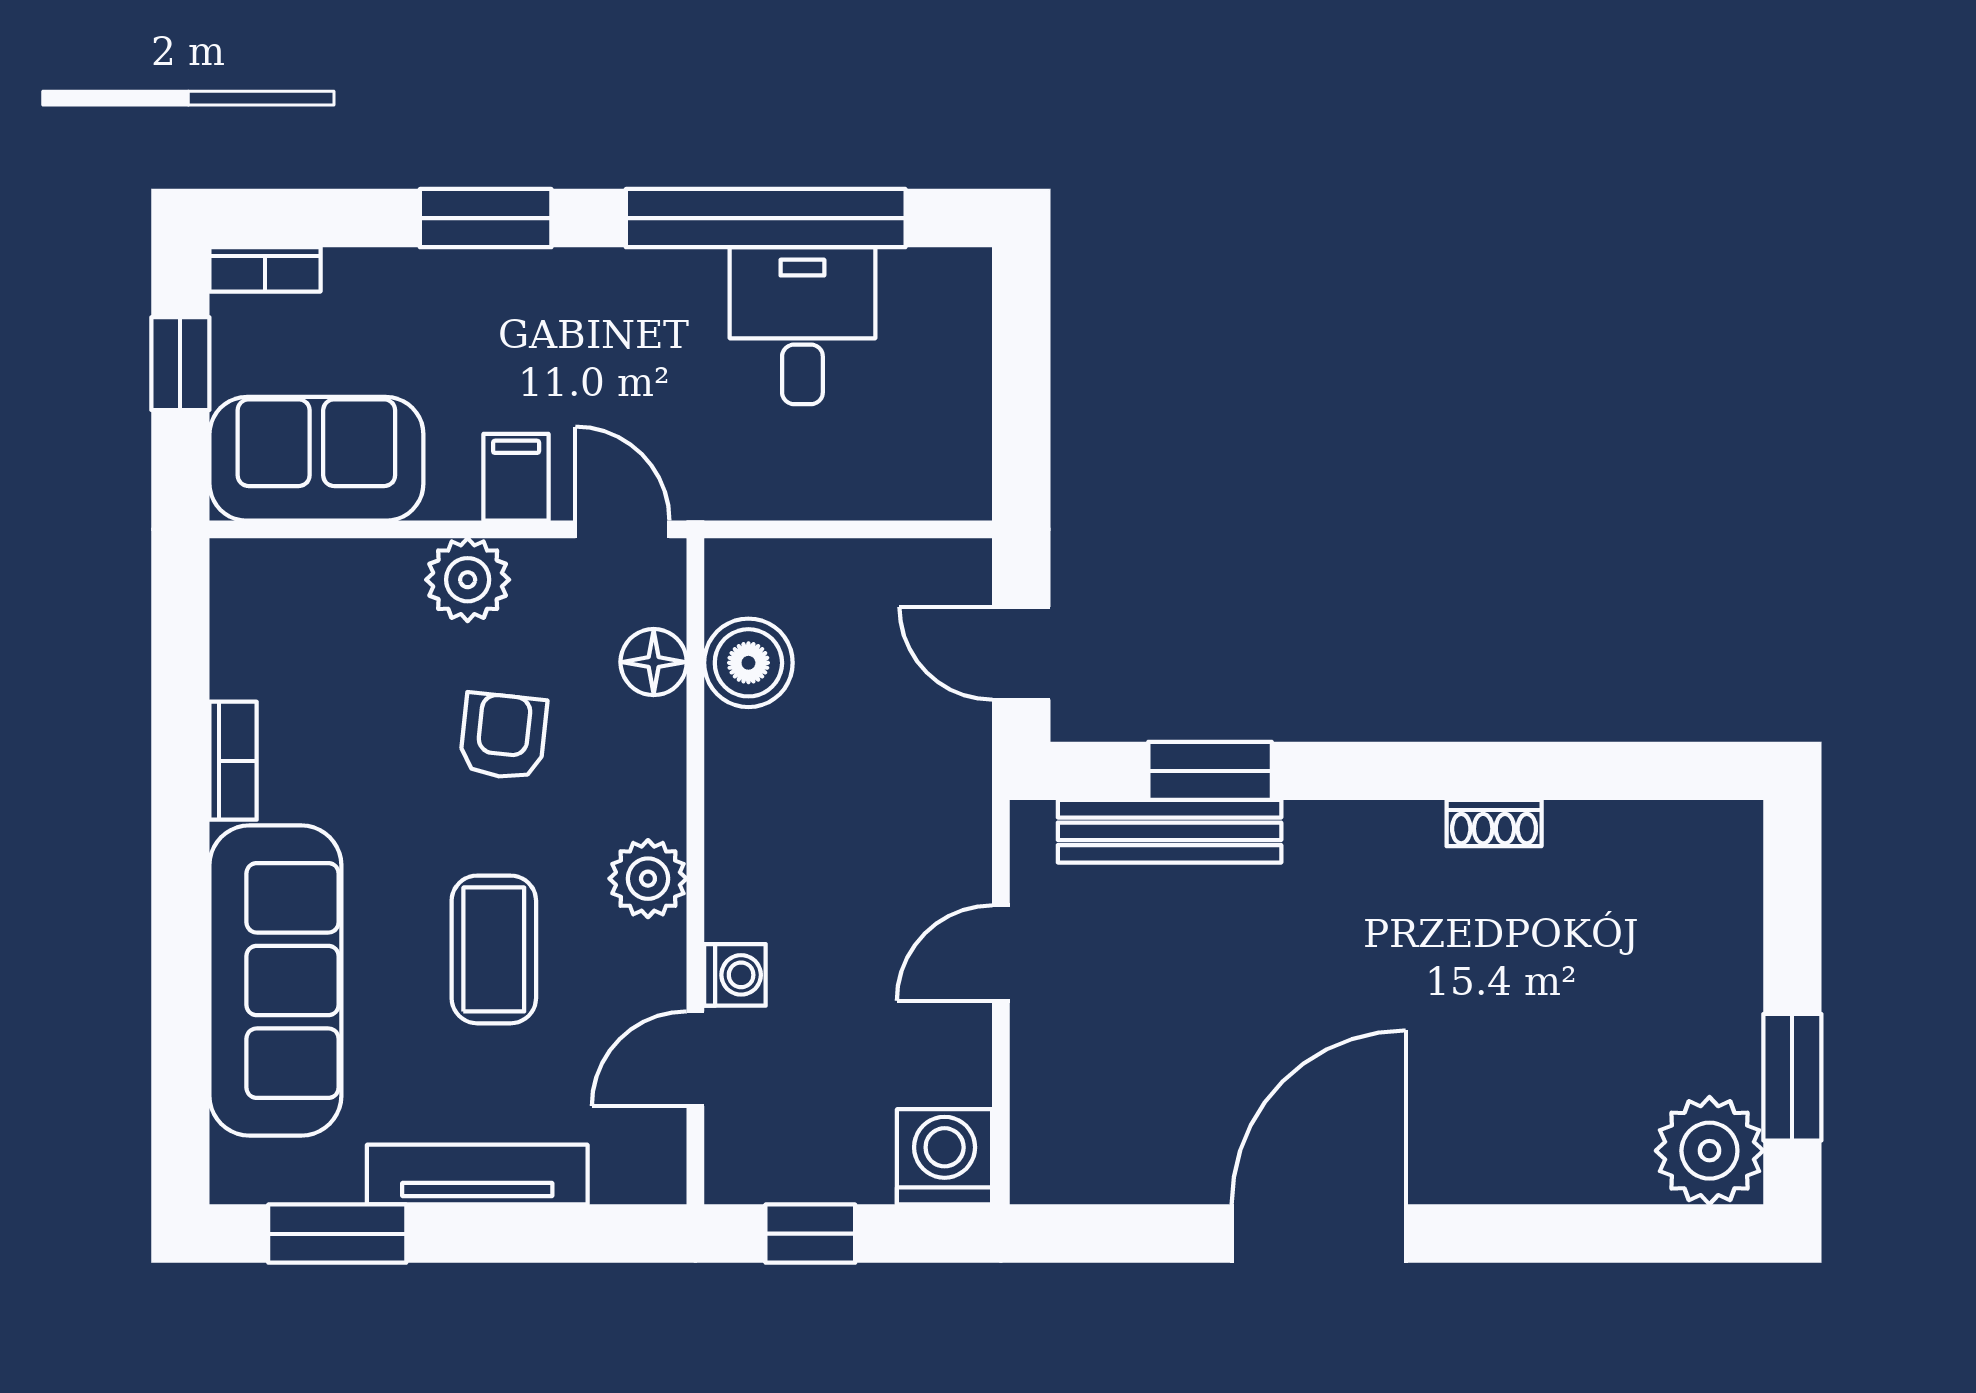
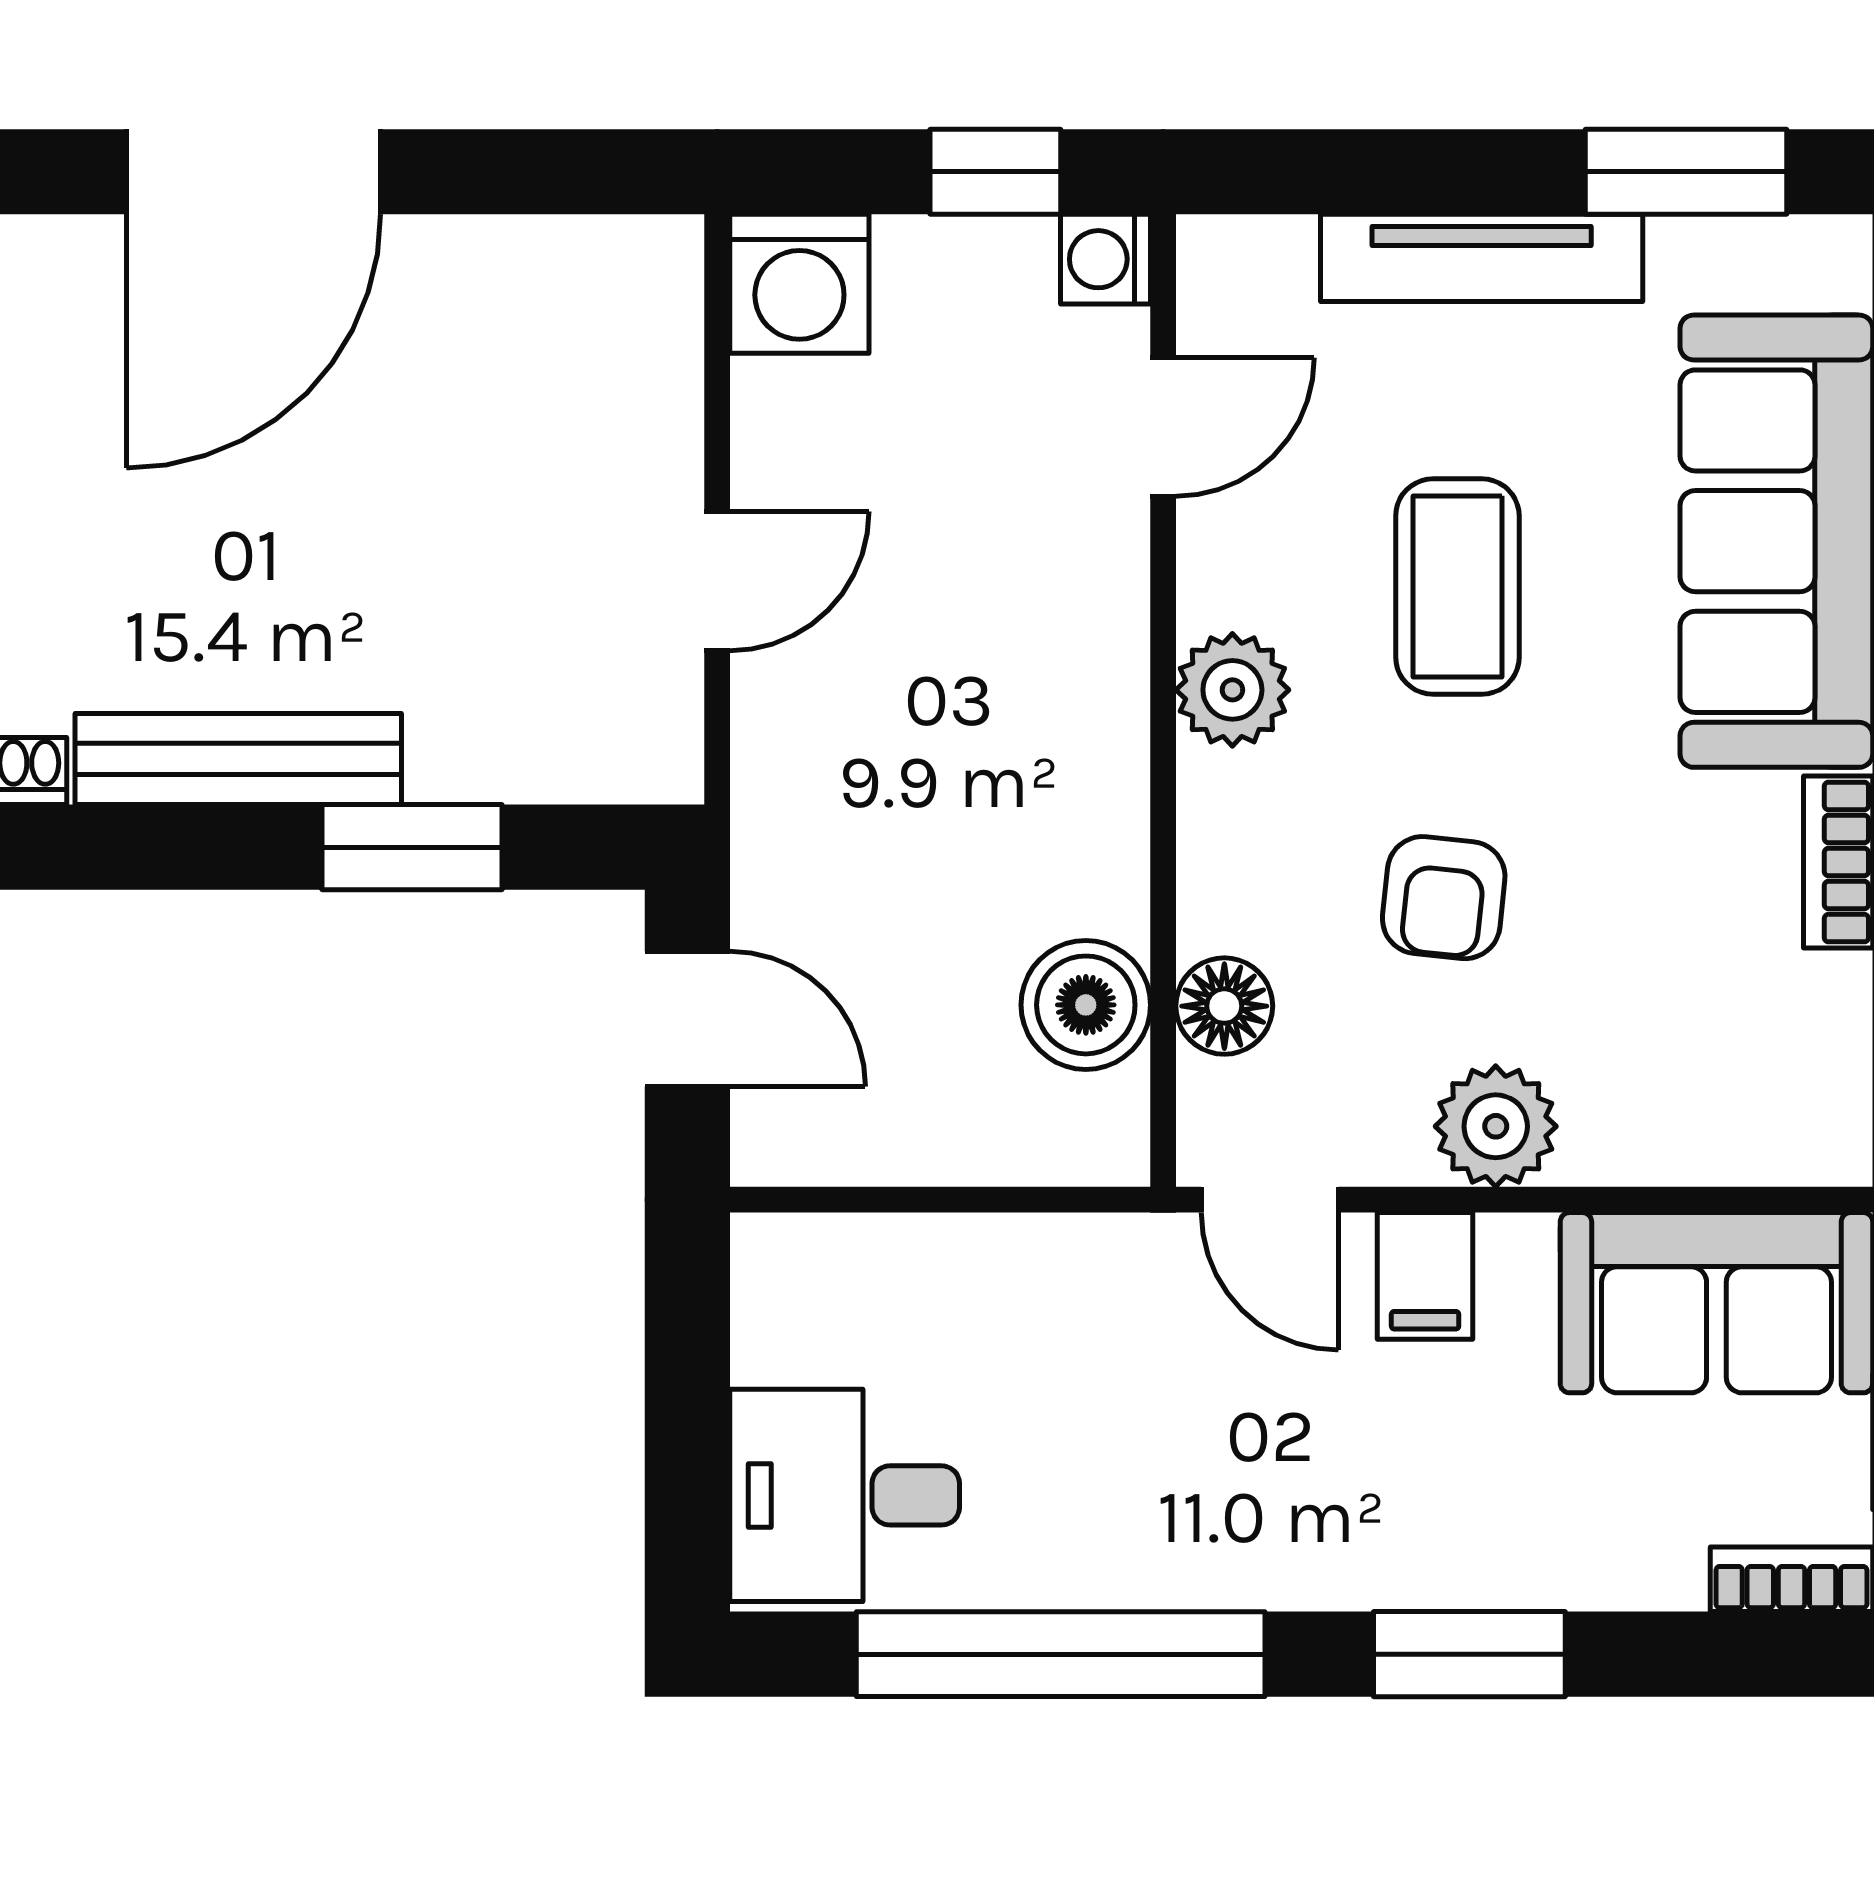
desk: (802, 326) -> (845, 1495), moved, turned 90
bench: (1170, 831) -> (238, 759), moved
washing machine: (735, 975) -> (1106, 259), moved

